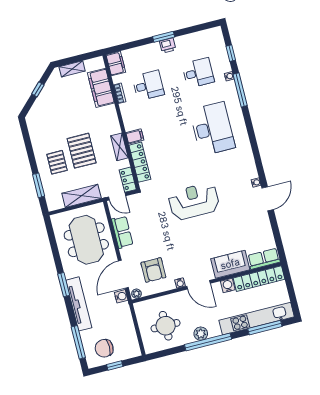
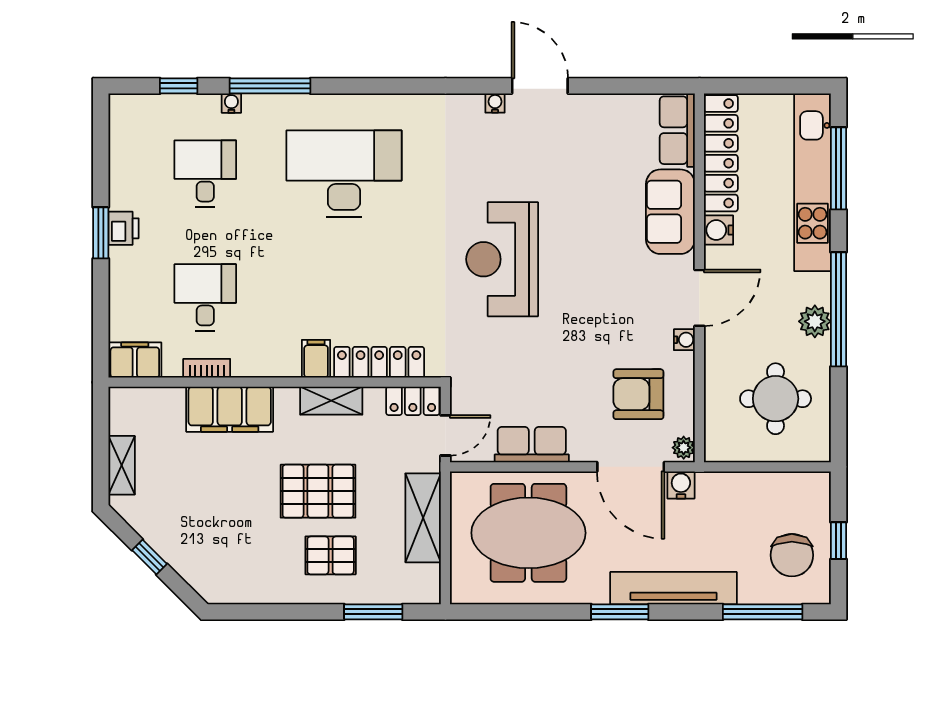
filing cabinet: (101, 88) -> (230, 409), moved
armchair: (153, 270) -> (638, 394), turned 180

